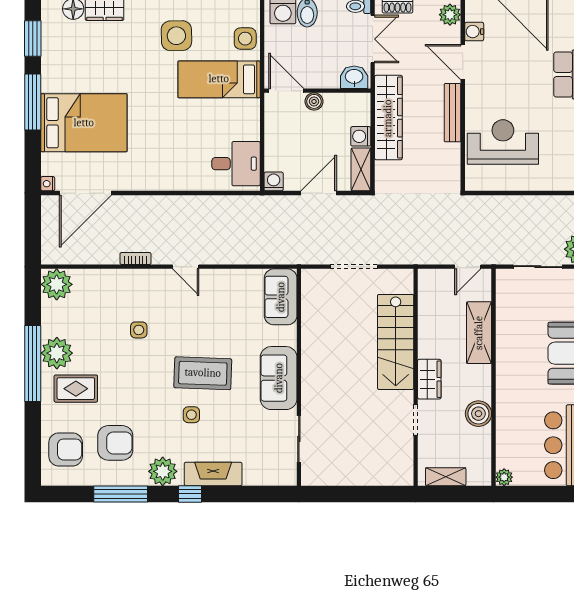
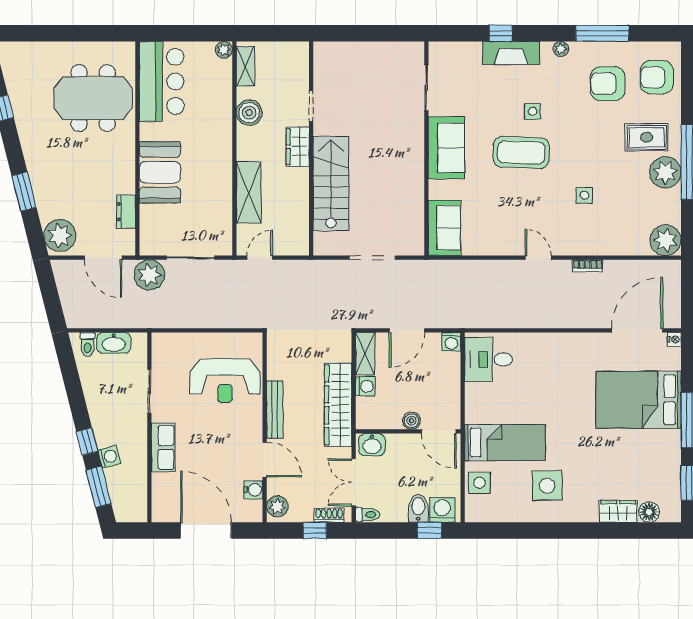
plant: (163, 471) -> (561, 49), width x0.53, depth x0.53
shelving: (446, 477) -> (245, 66), moved, turned 90
window: (190, 494) -> (501, 33), moved

